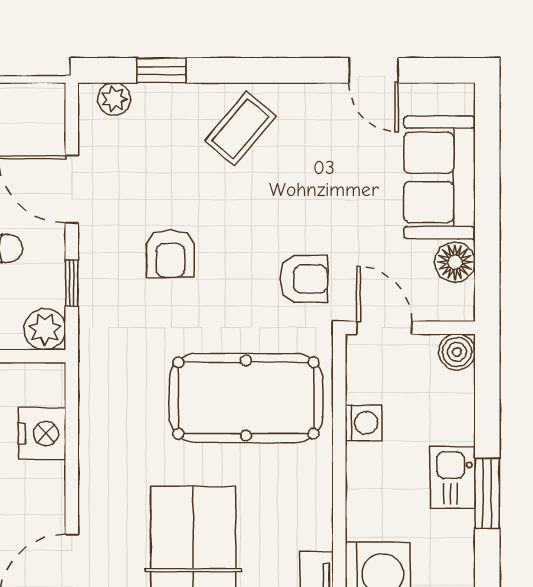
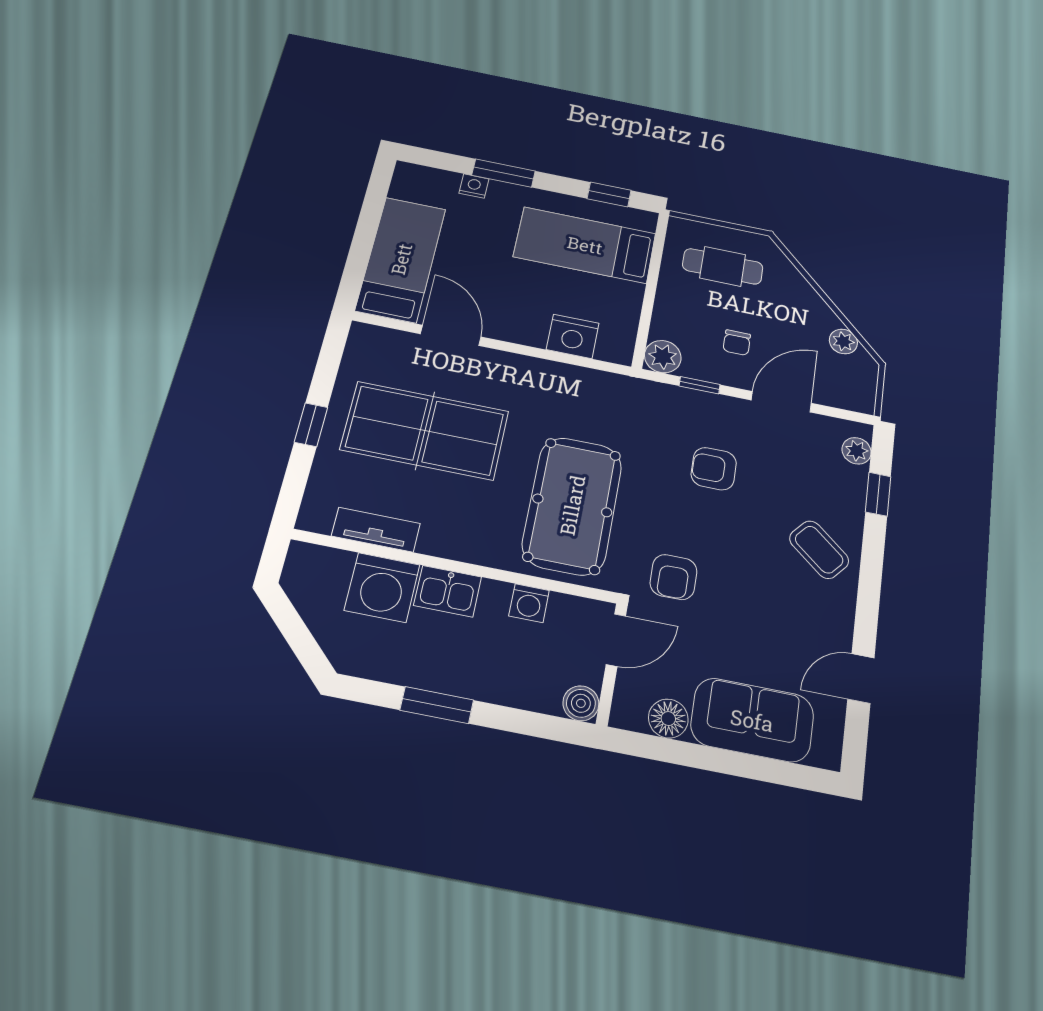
kitchen sink: (453, 477) -> (448, 591), moved, turned 180

